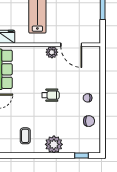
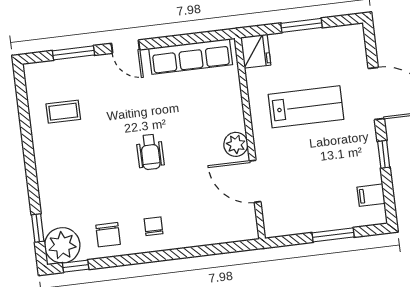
door: (71, 45) -> (255, 181), hinge flipped
window: (103, 139) -> (76, 266), added
plant: (54, 144) -> (62, 245), moved

